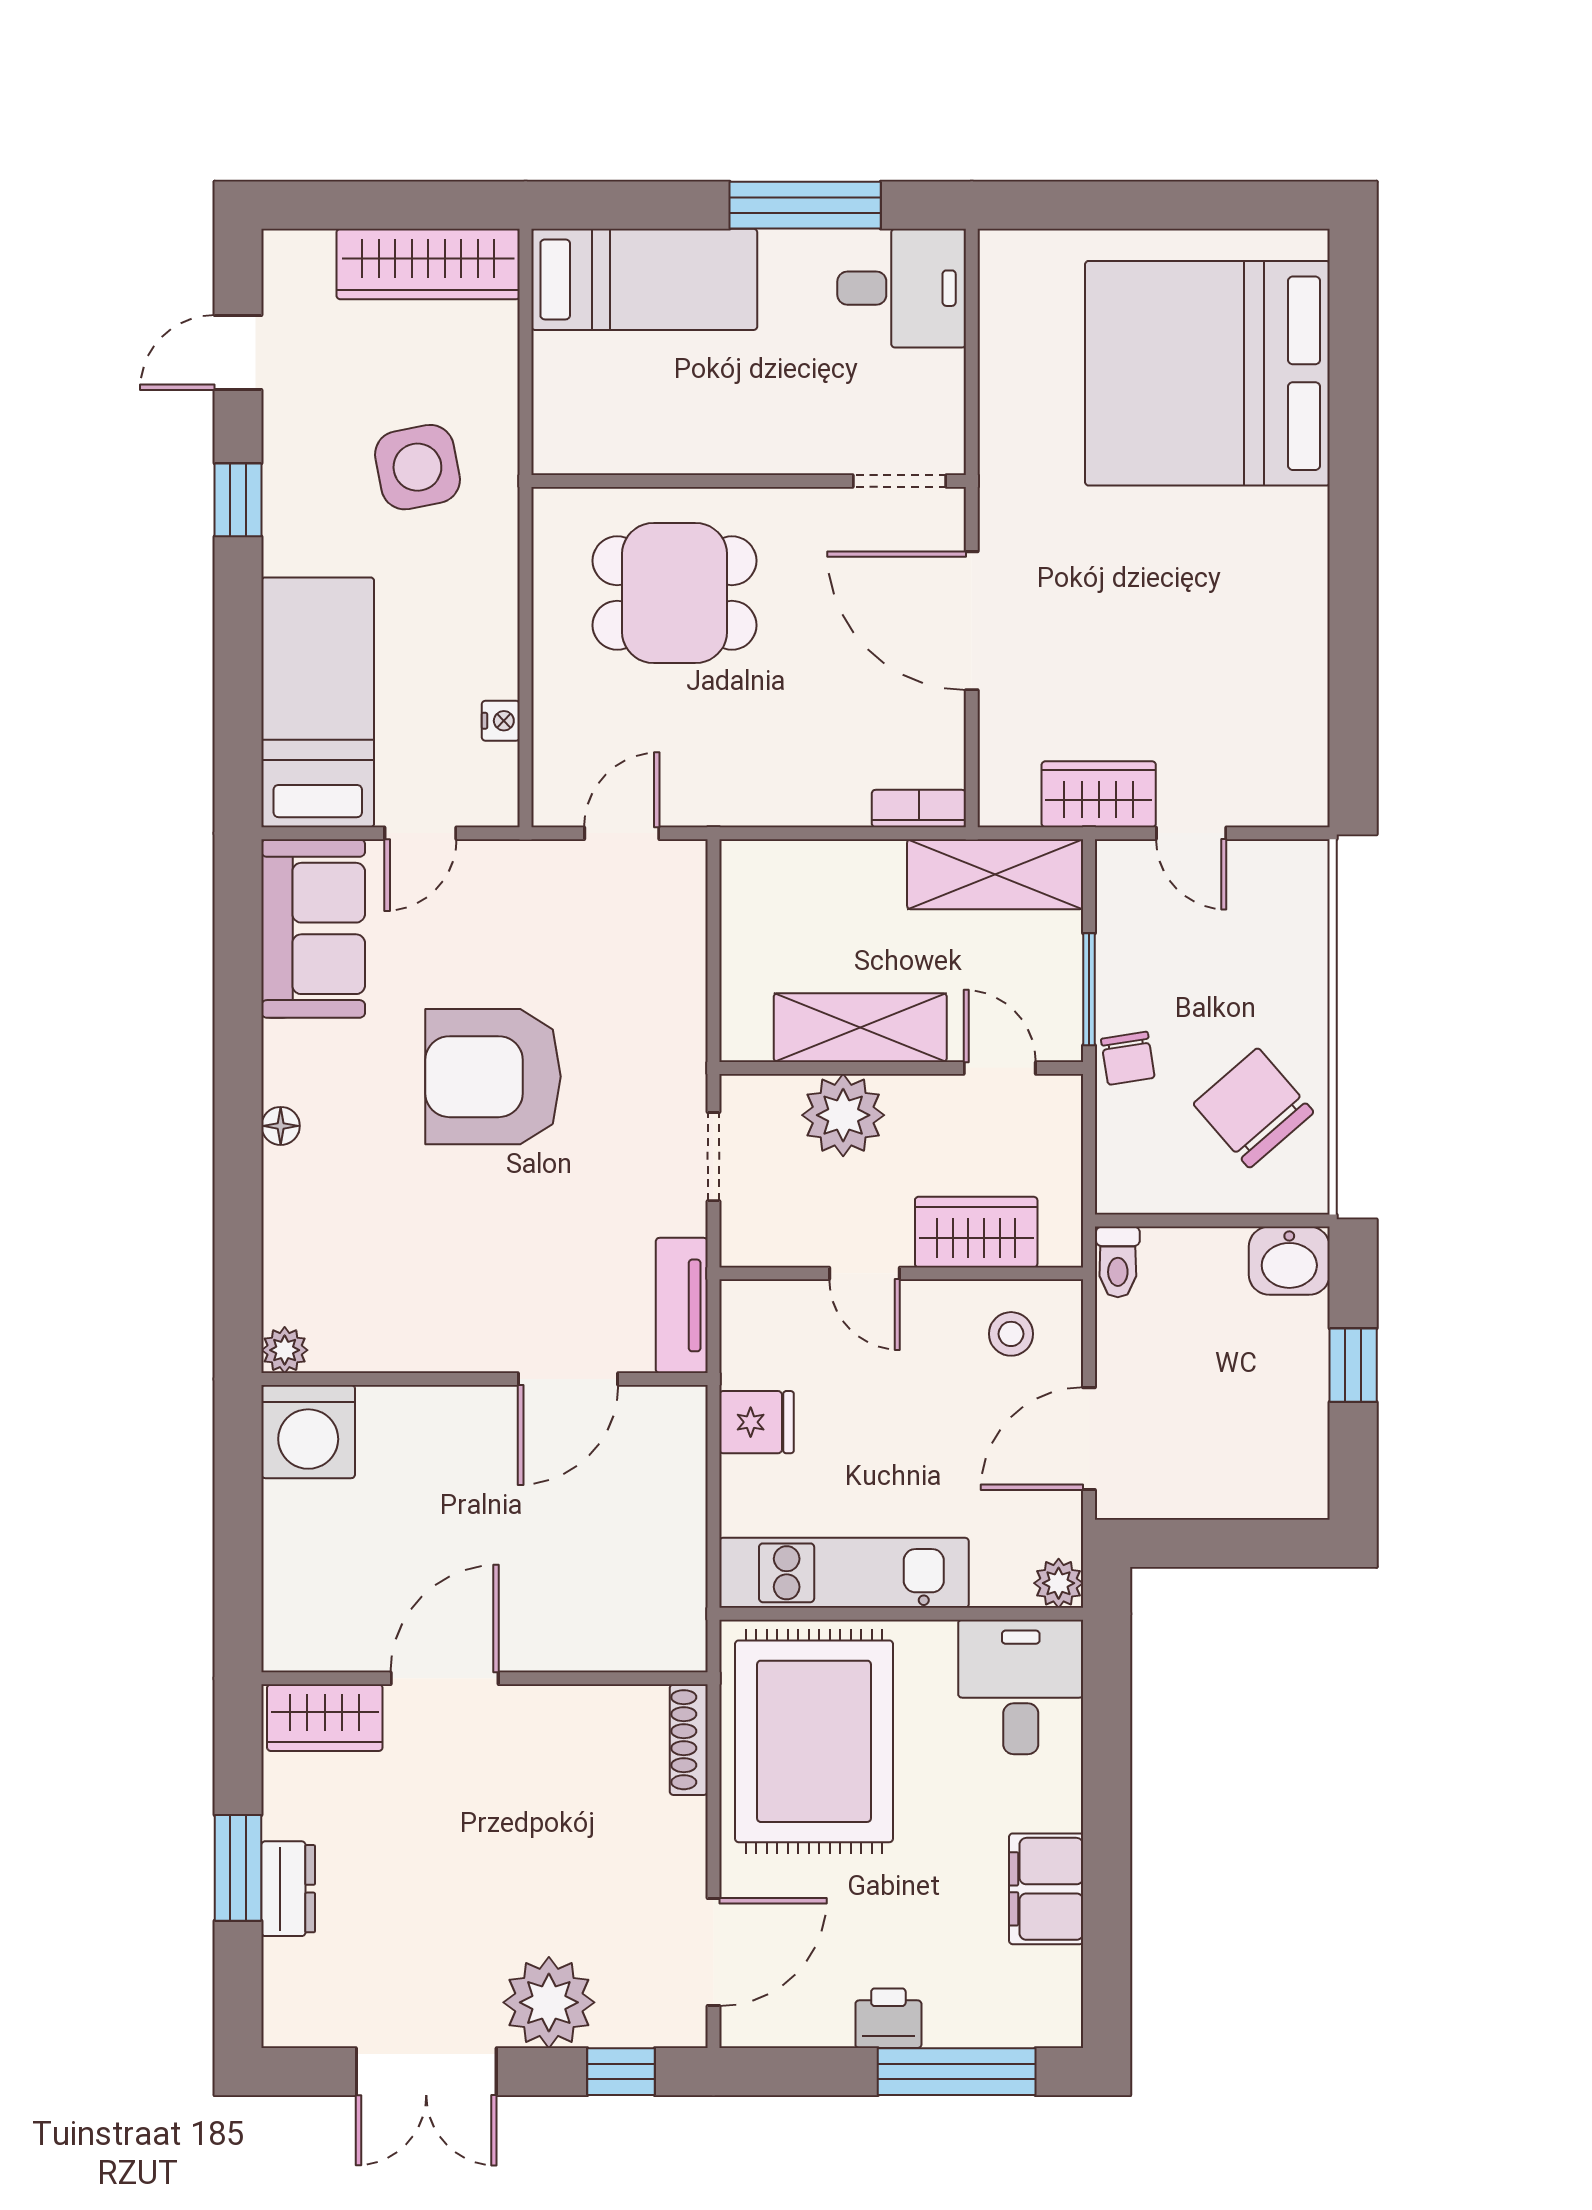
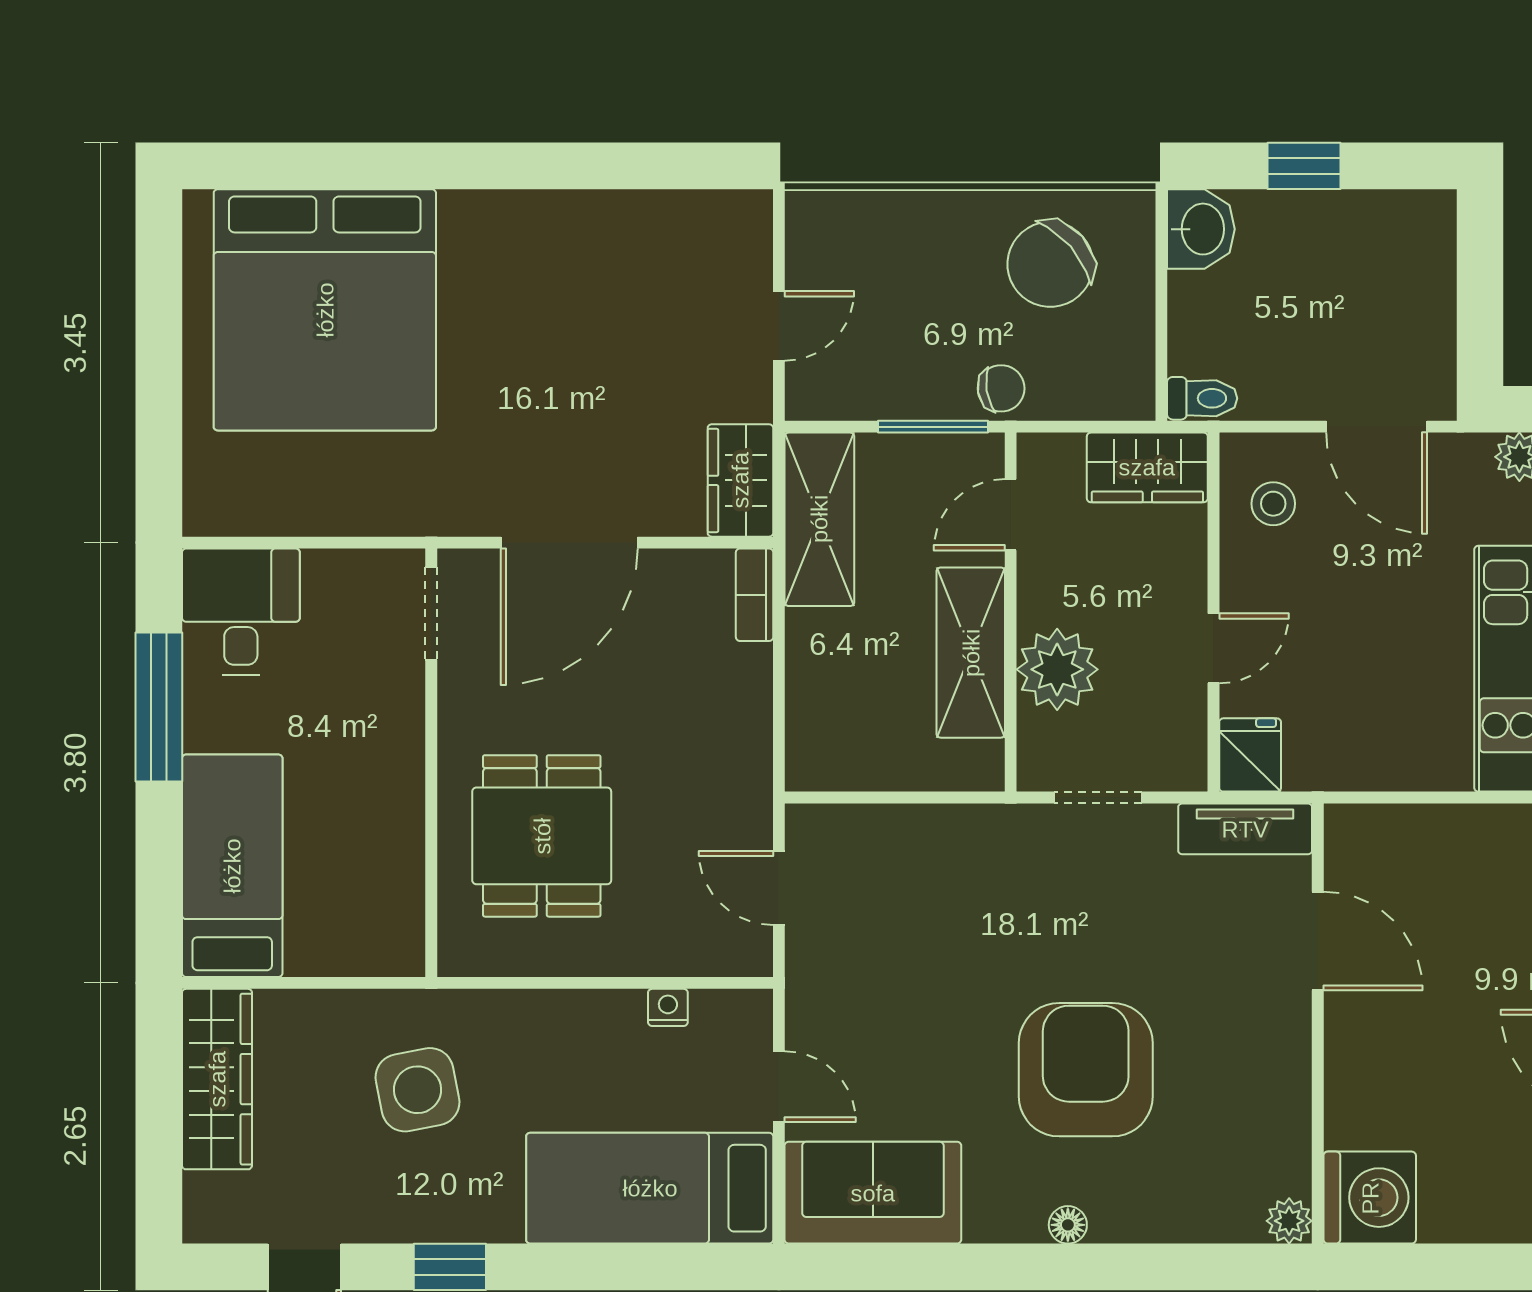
wardrobe: (1099, 794) -> (740, 480), moved
armchair: (493, 1077) -> (1086, 1070), moved, turned 180
wardrobe: (976, 1232) -> (1147, 467), moved, turned -90
fridge: (757, 1422) -> (1250, 755), moved

